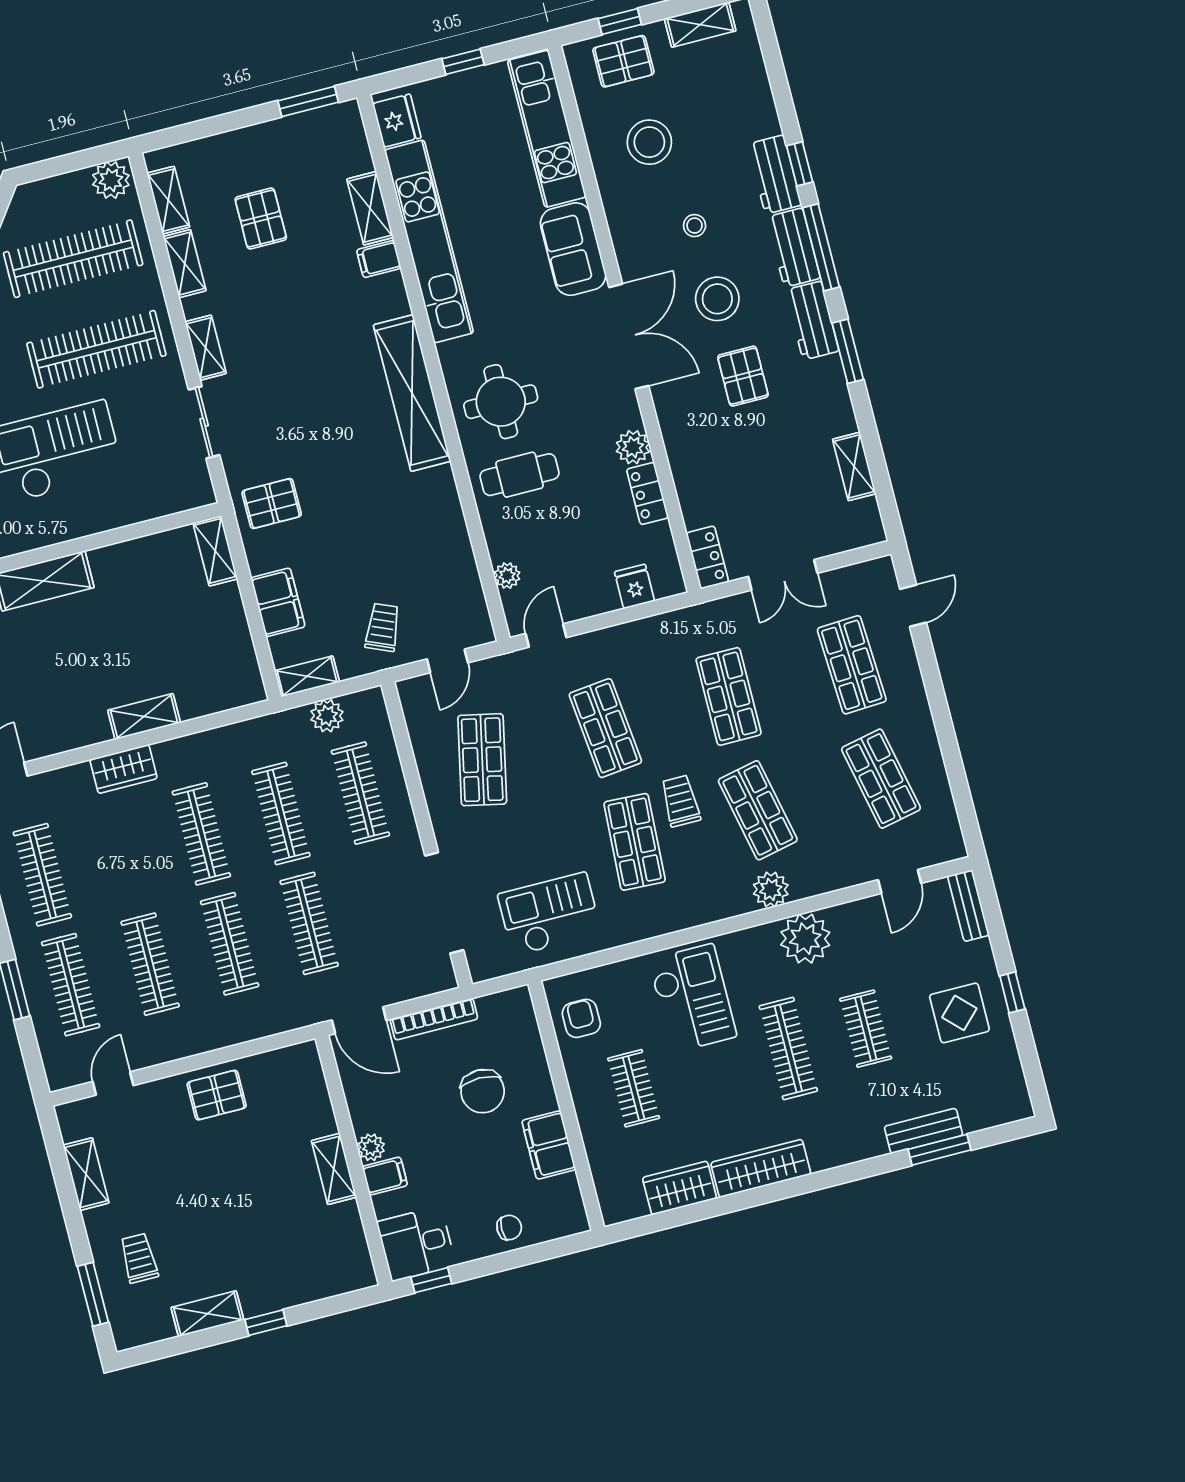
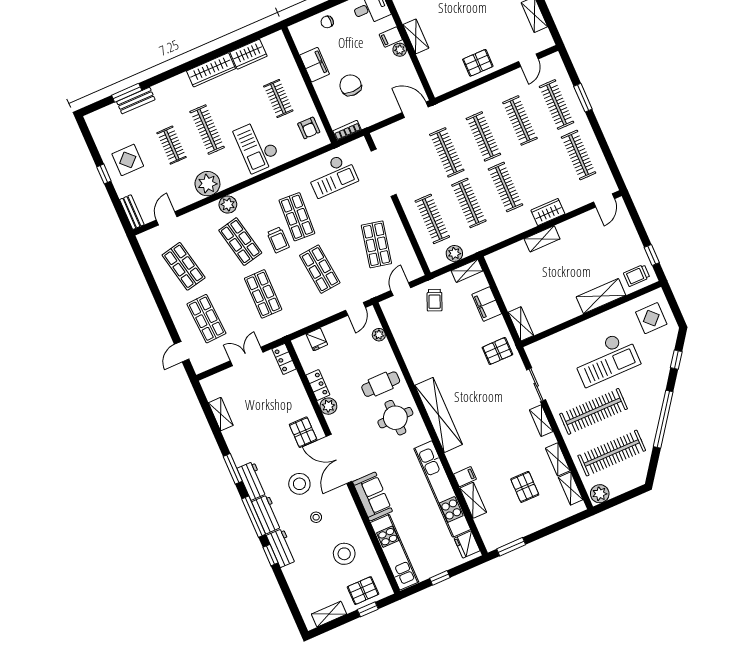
pallet: (743, 376) -> (303, 432), moved
bookcase: (434, 1019) -> (347, 130), moved, width x0.64

